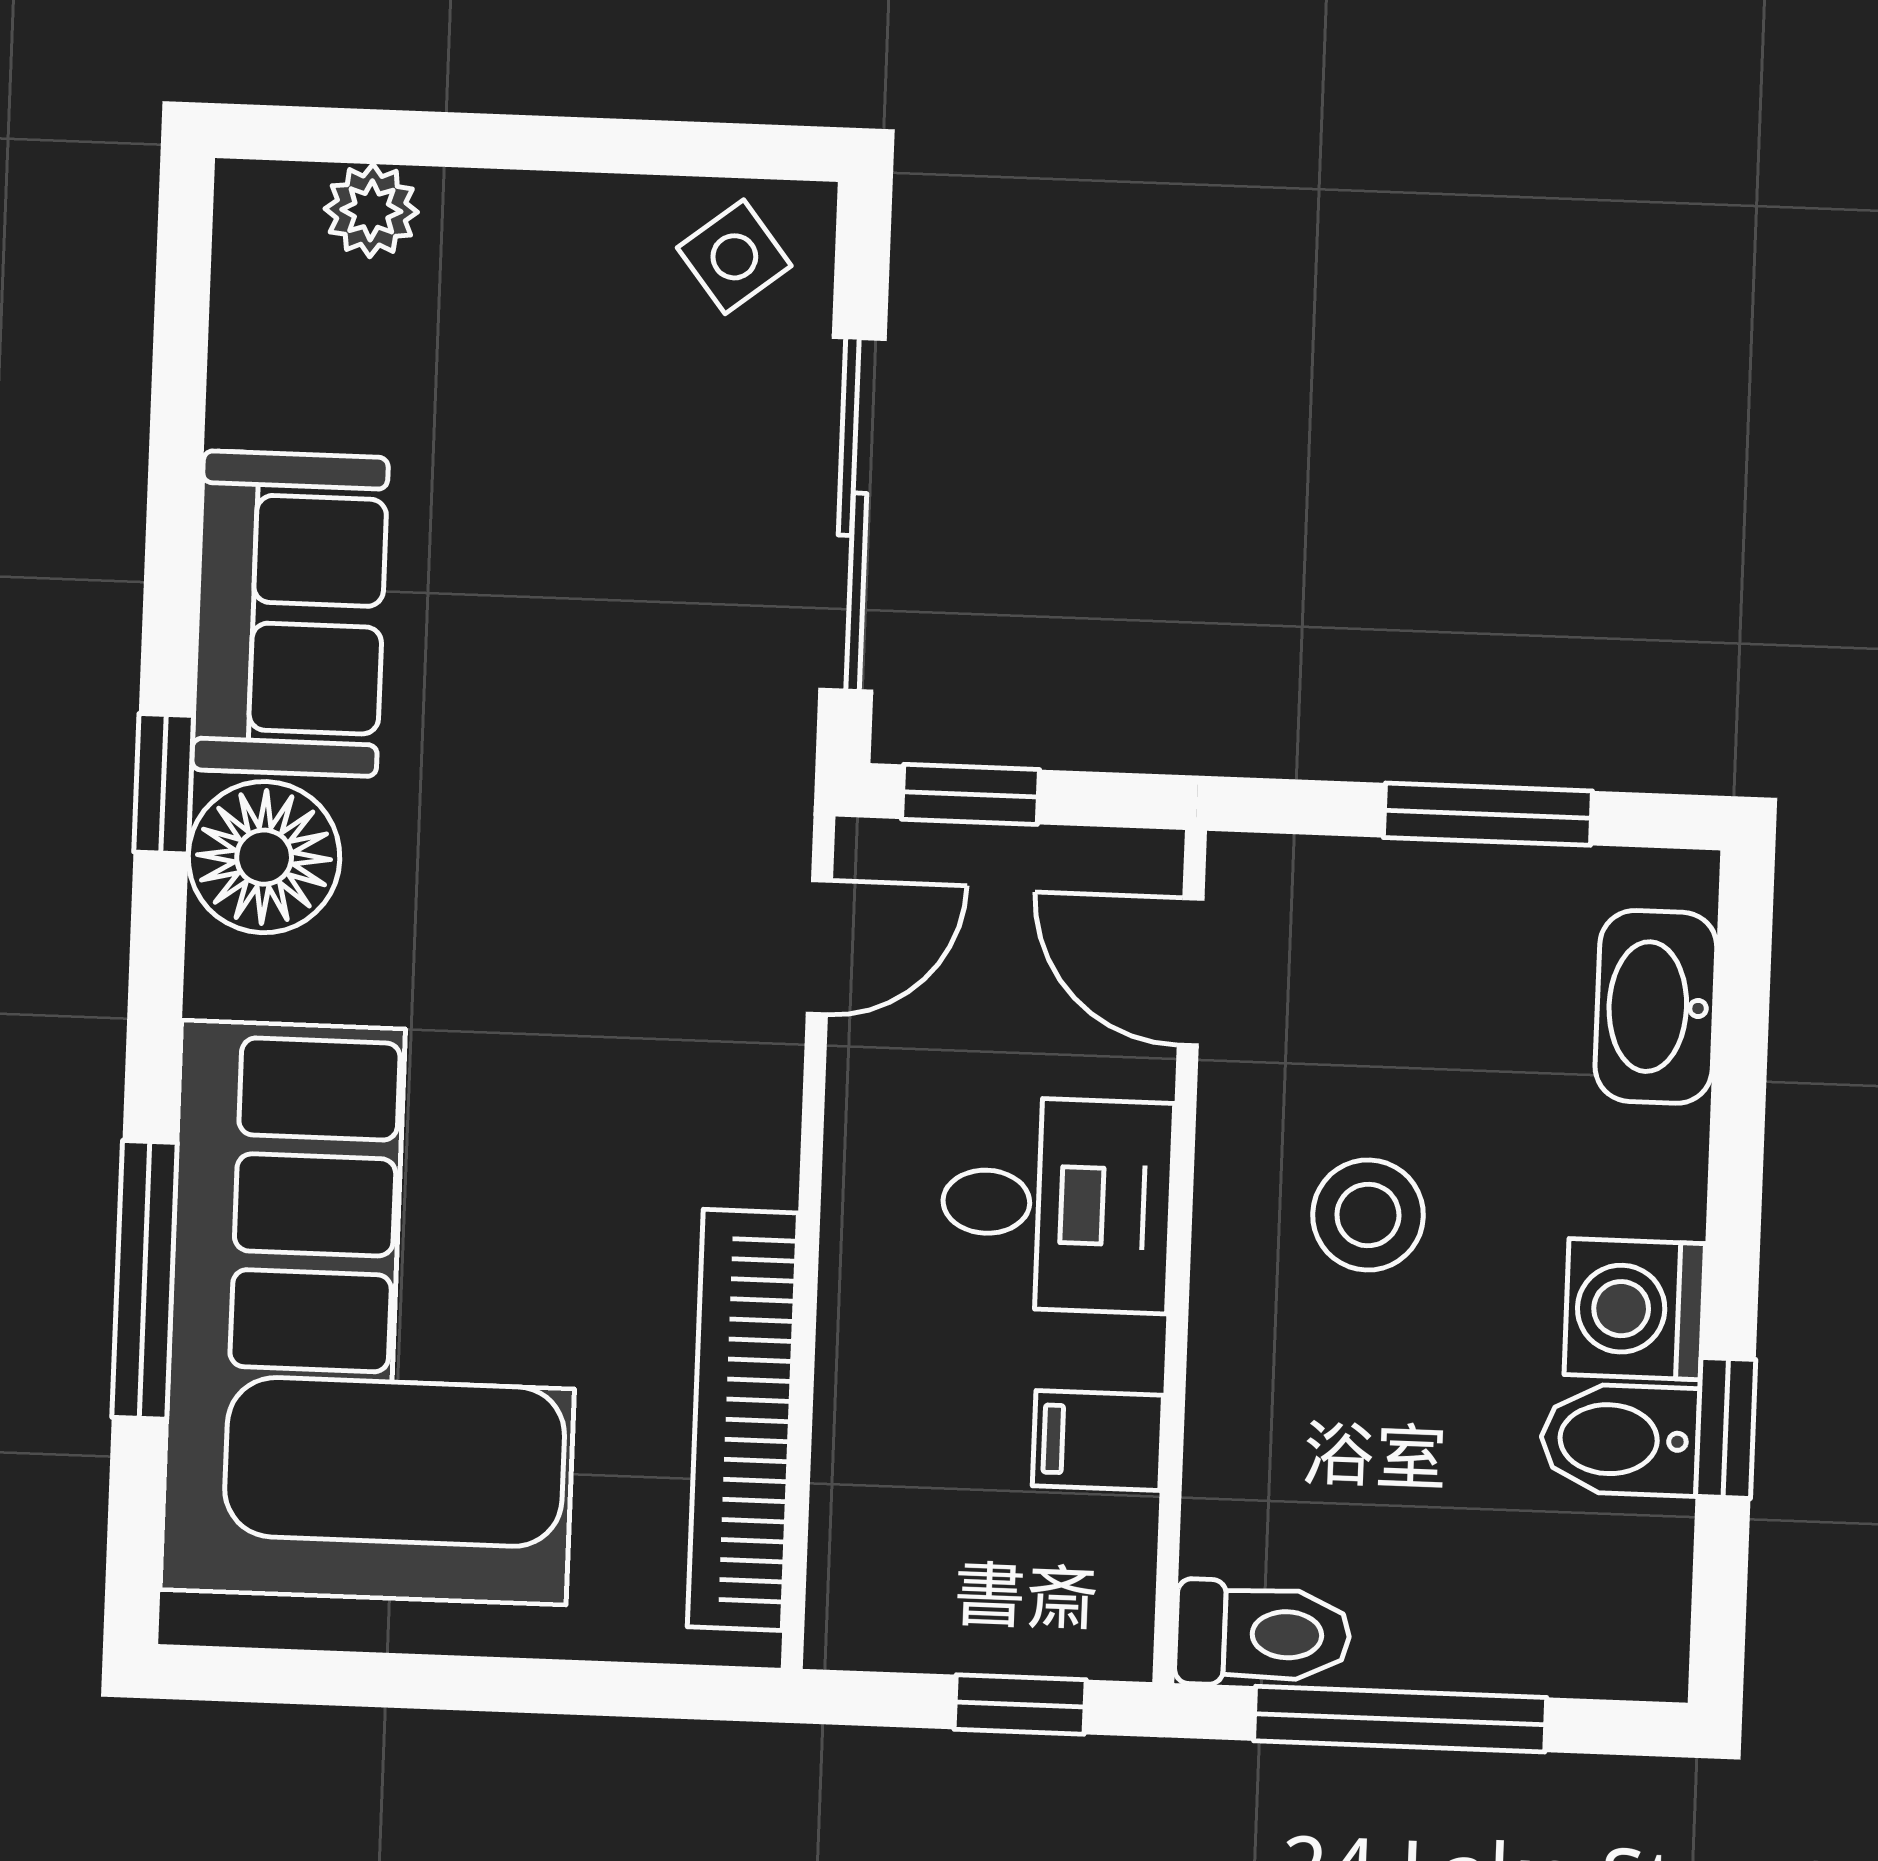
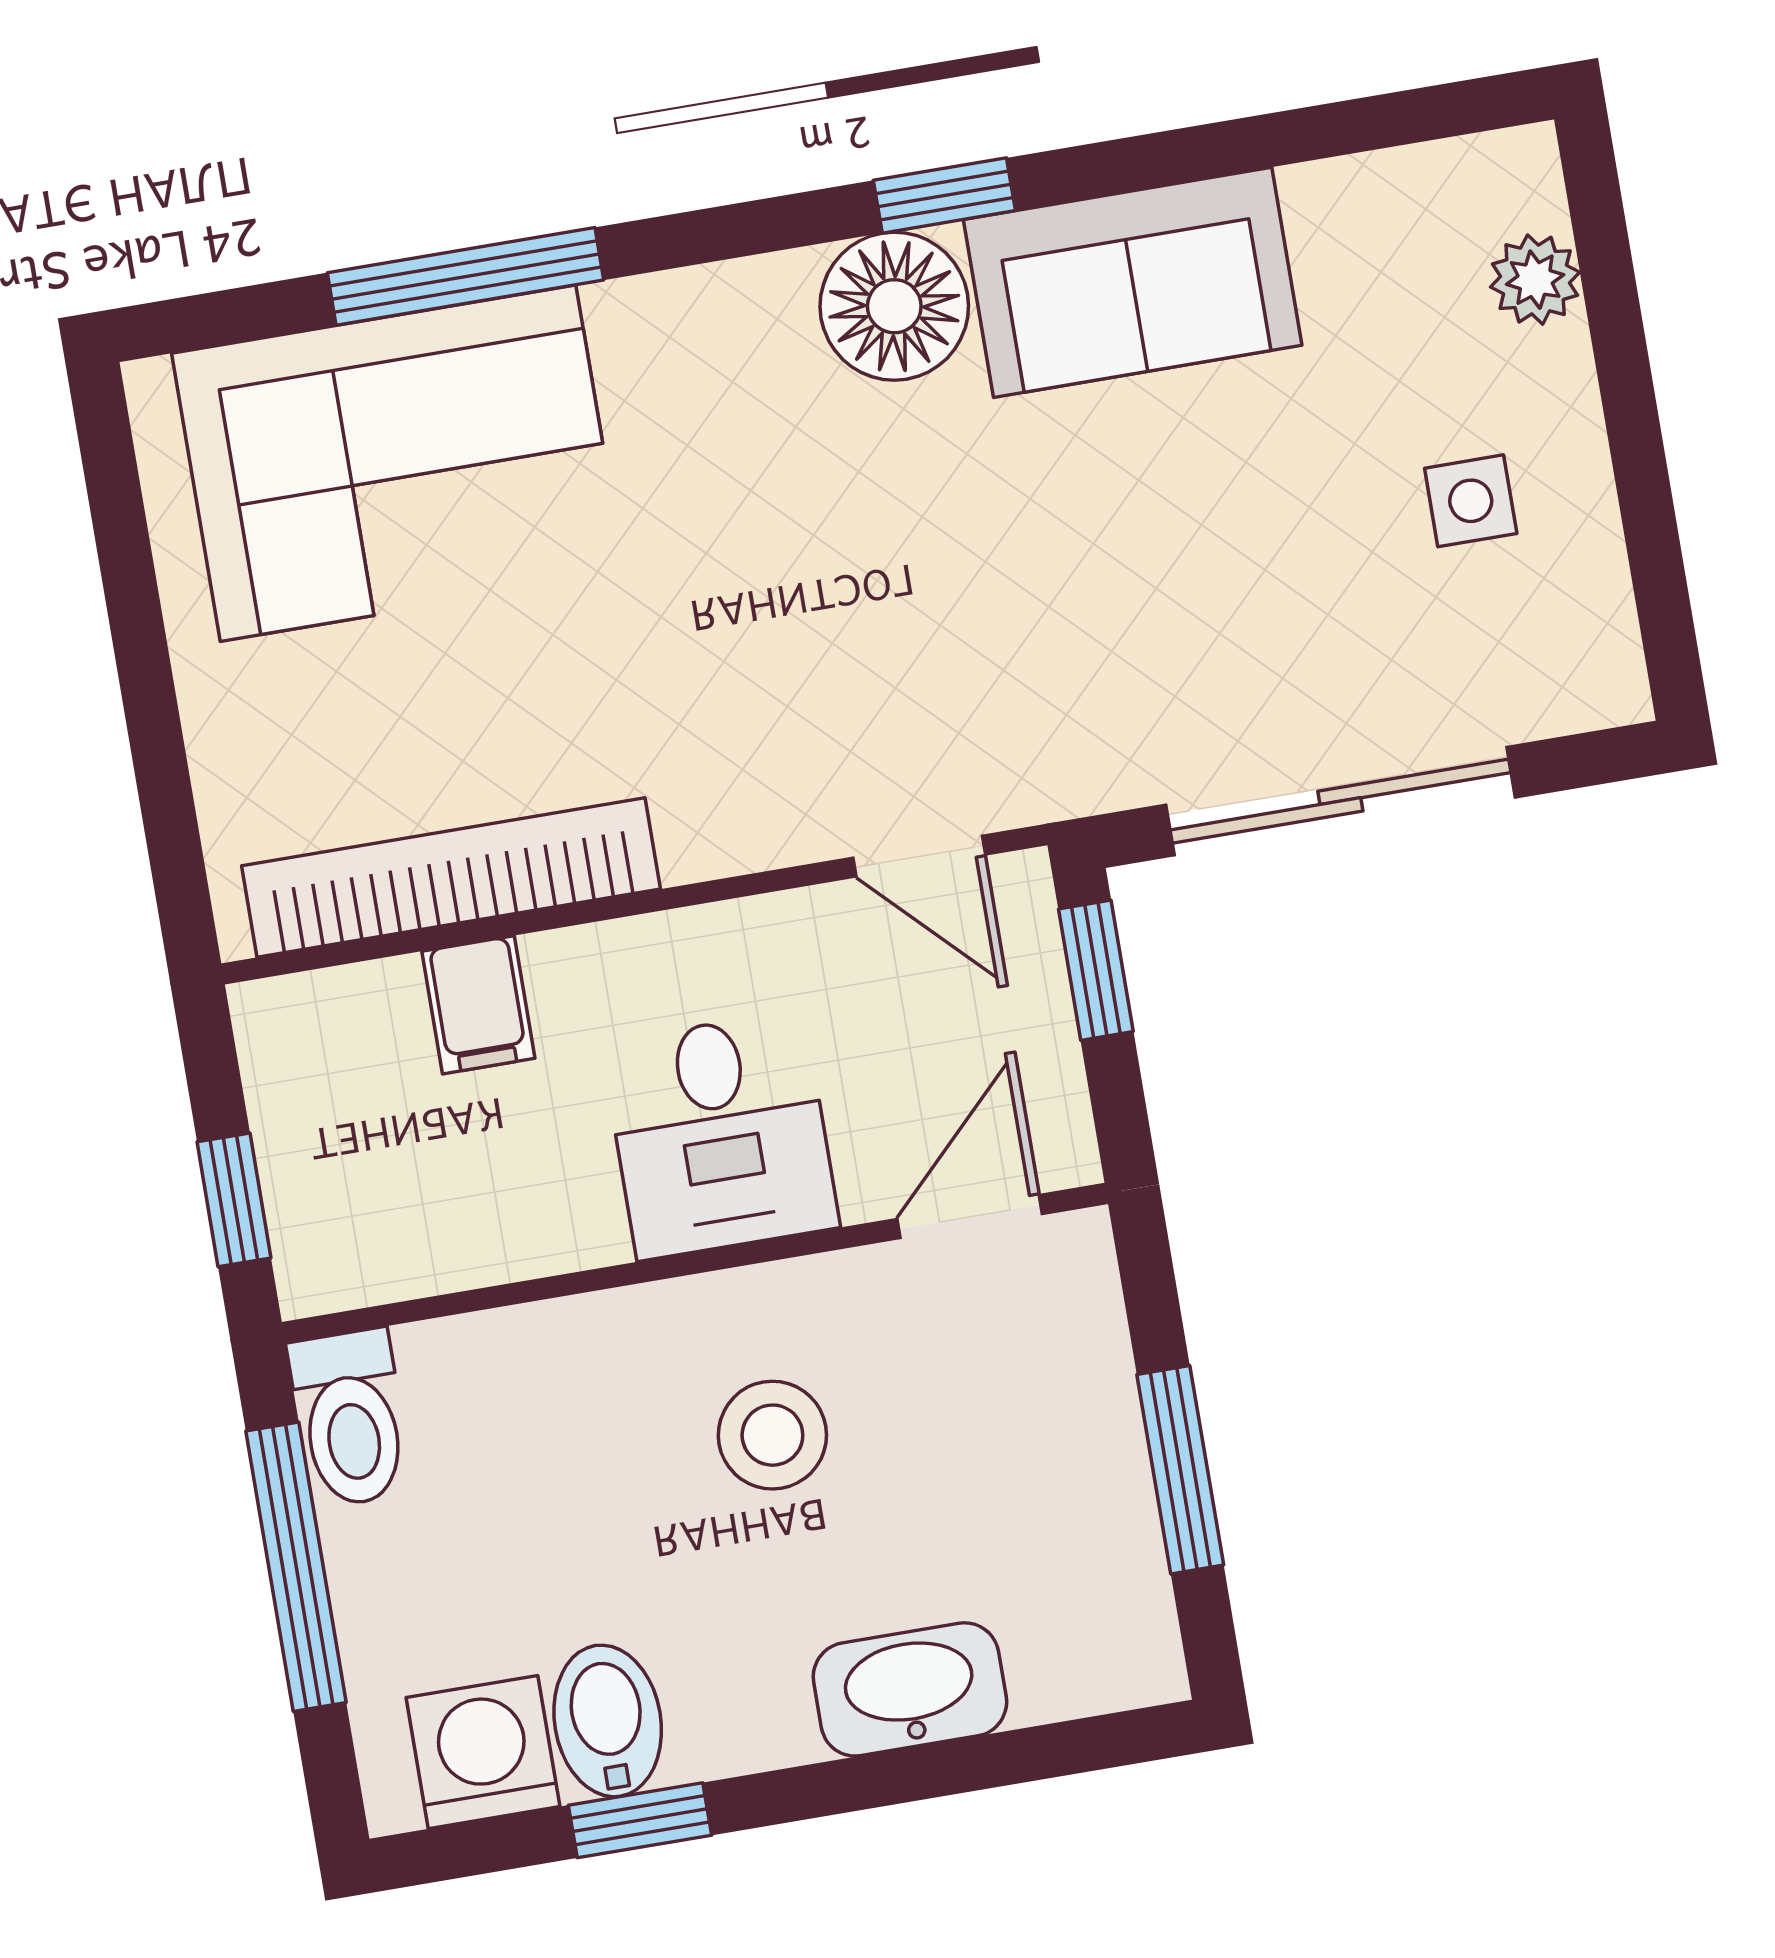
side table: (734, 257) -> (1471, 501), moved, turned 38
washbasin: (1656, 1007) -> (910, 1689), moved
washing machine: (1635, 1309) -> (483, 1752), moved
corner sofa: (374, 1313) -> (398, 463), width x0.73, depth x0.74
filing cabinet: (1098, 1441) -> (478, 1005), moved, turned 180

